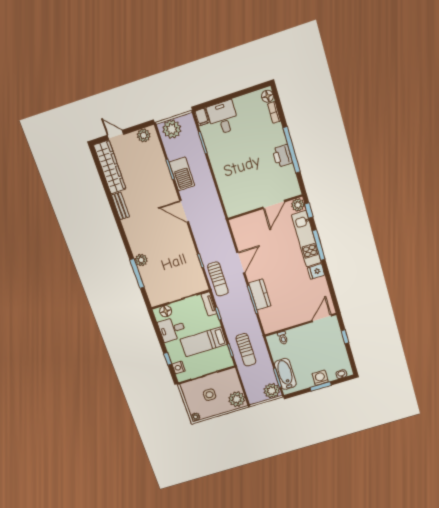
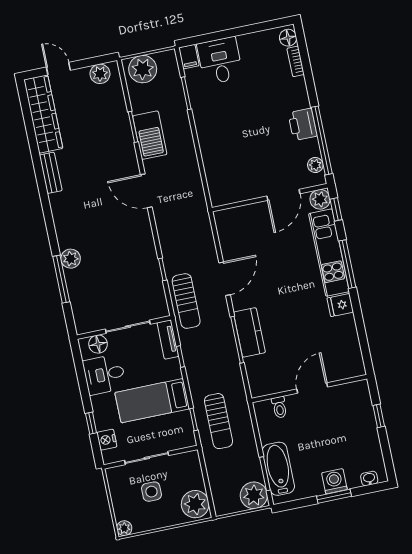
window: (292, 150) -> (322, 140), moved
plant: (293, 182) -> (315, 165), added
door: (322, 318) -> (312, 388), moved

